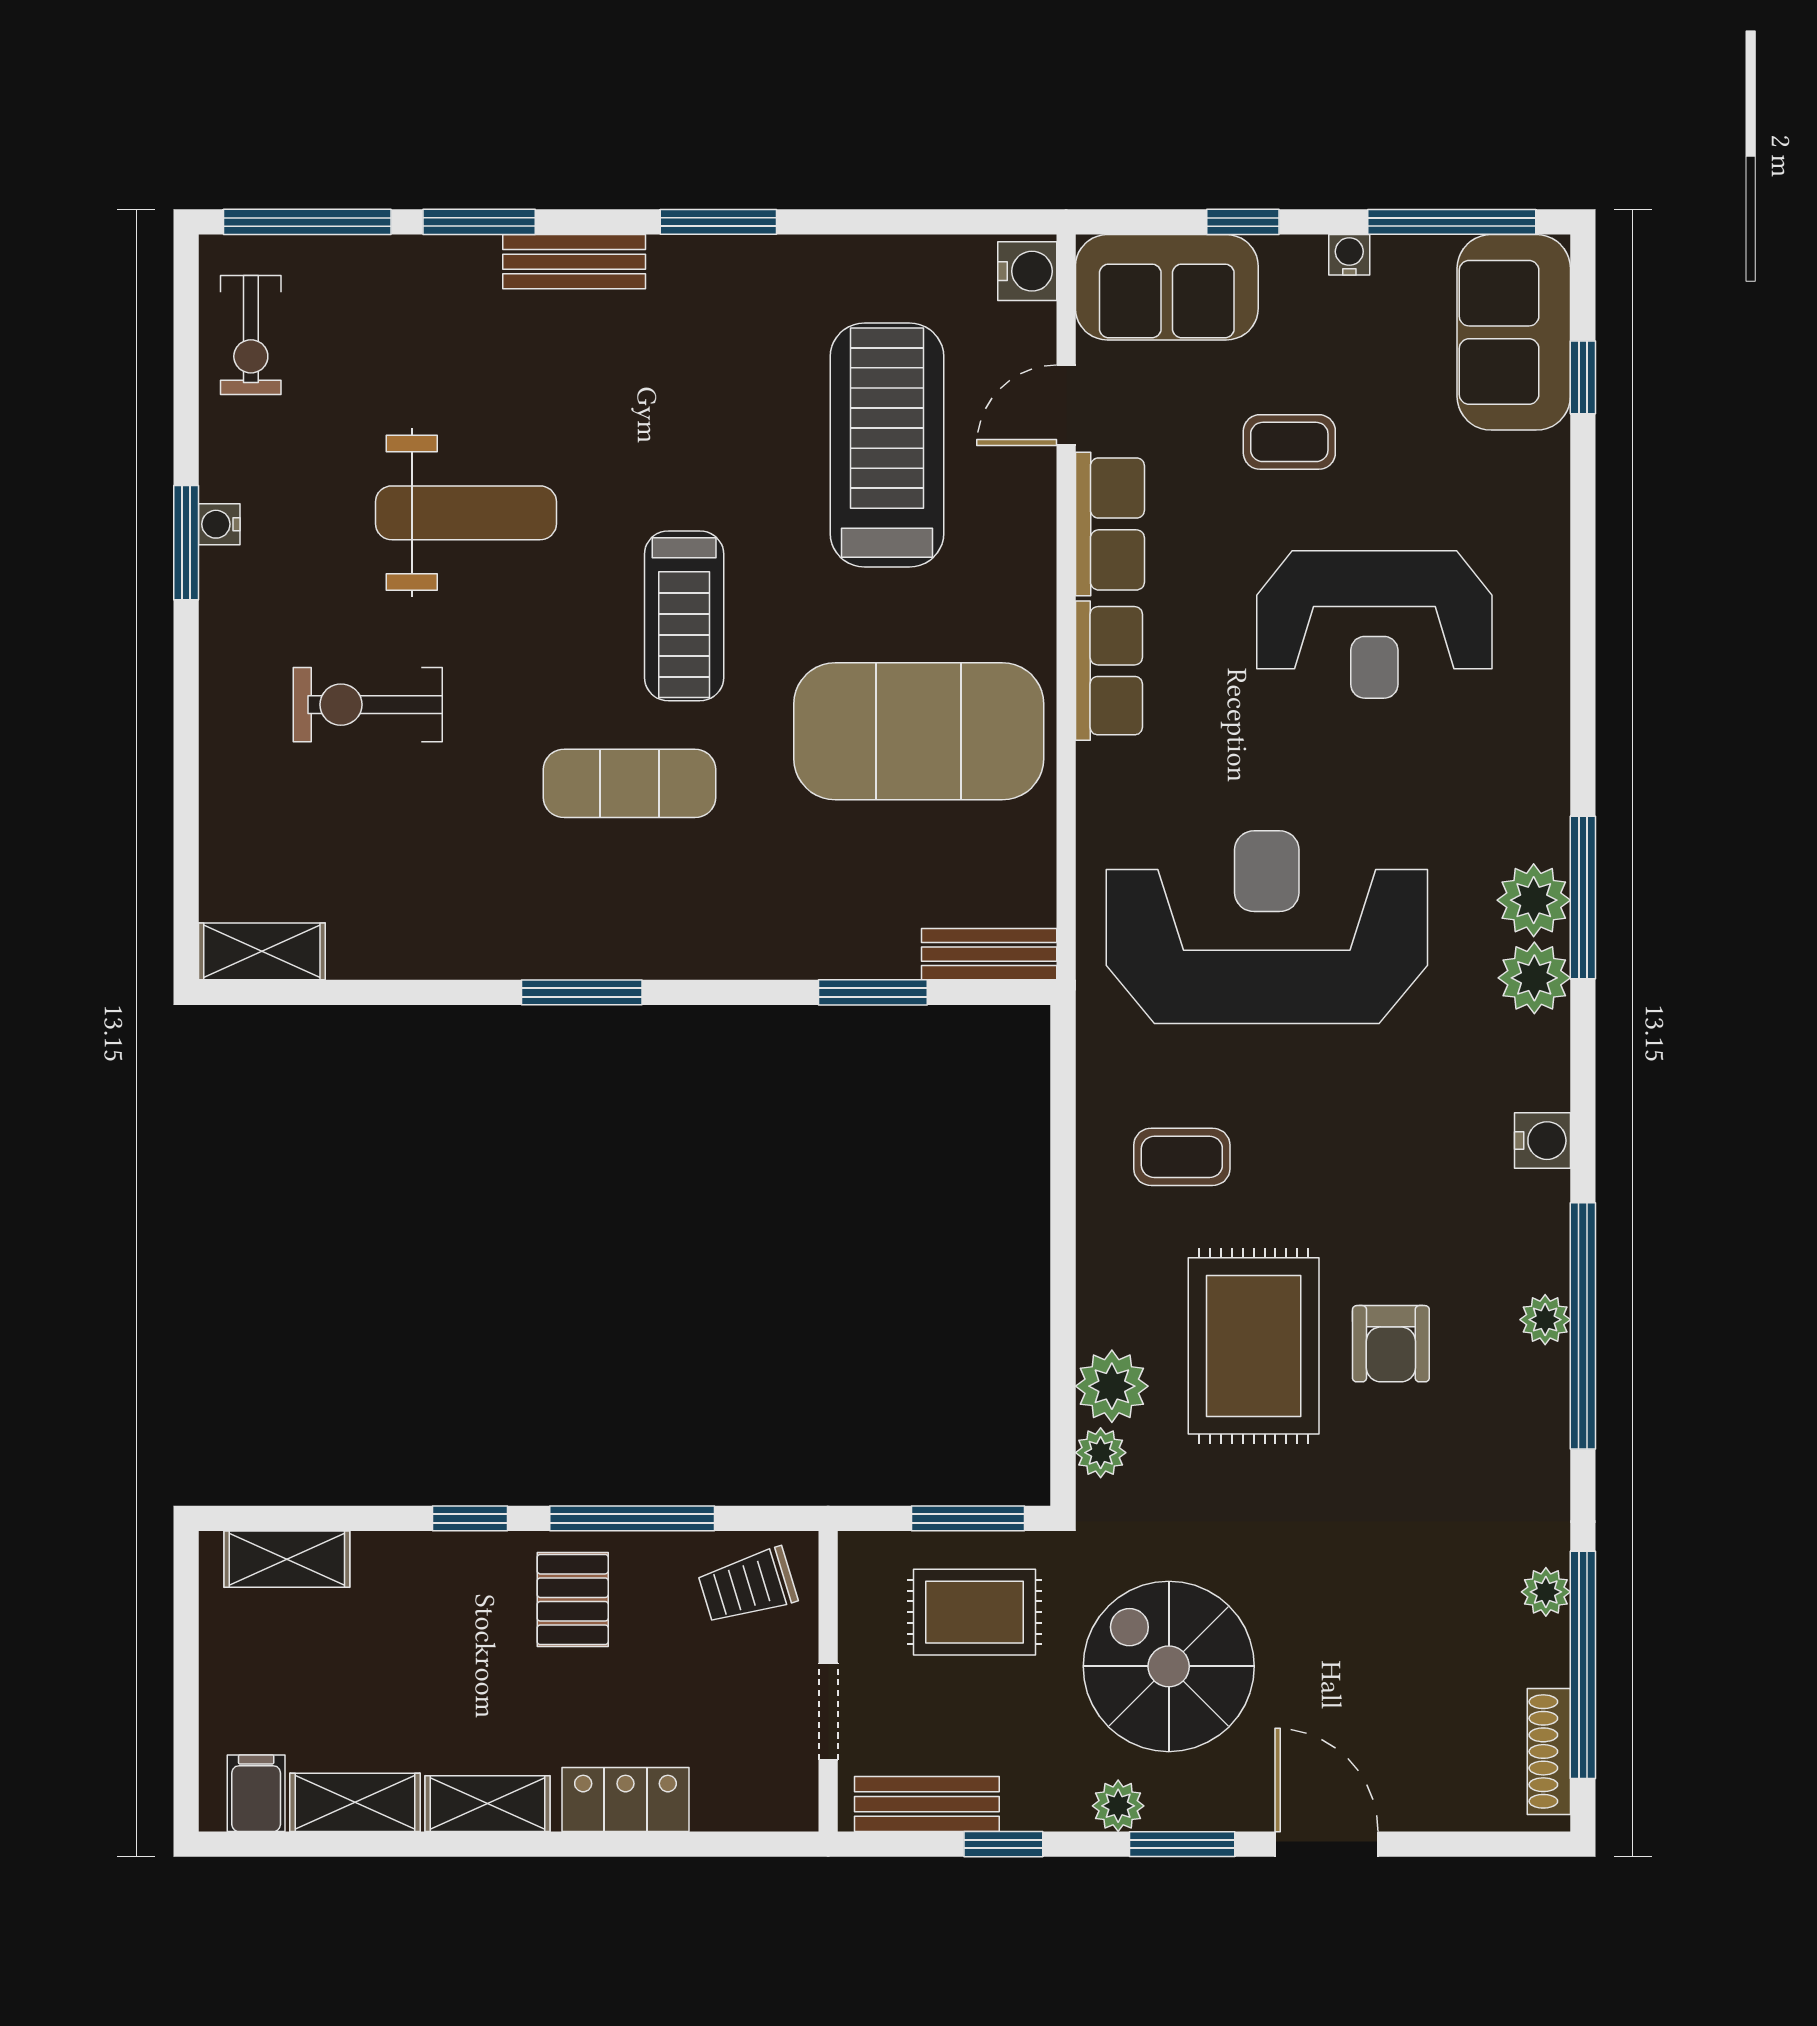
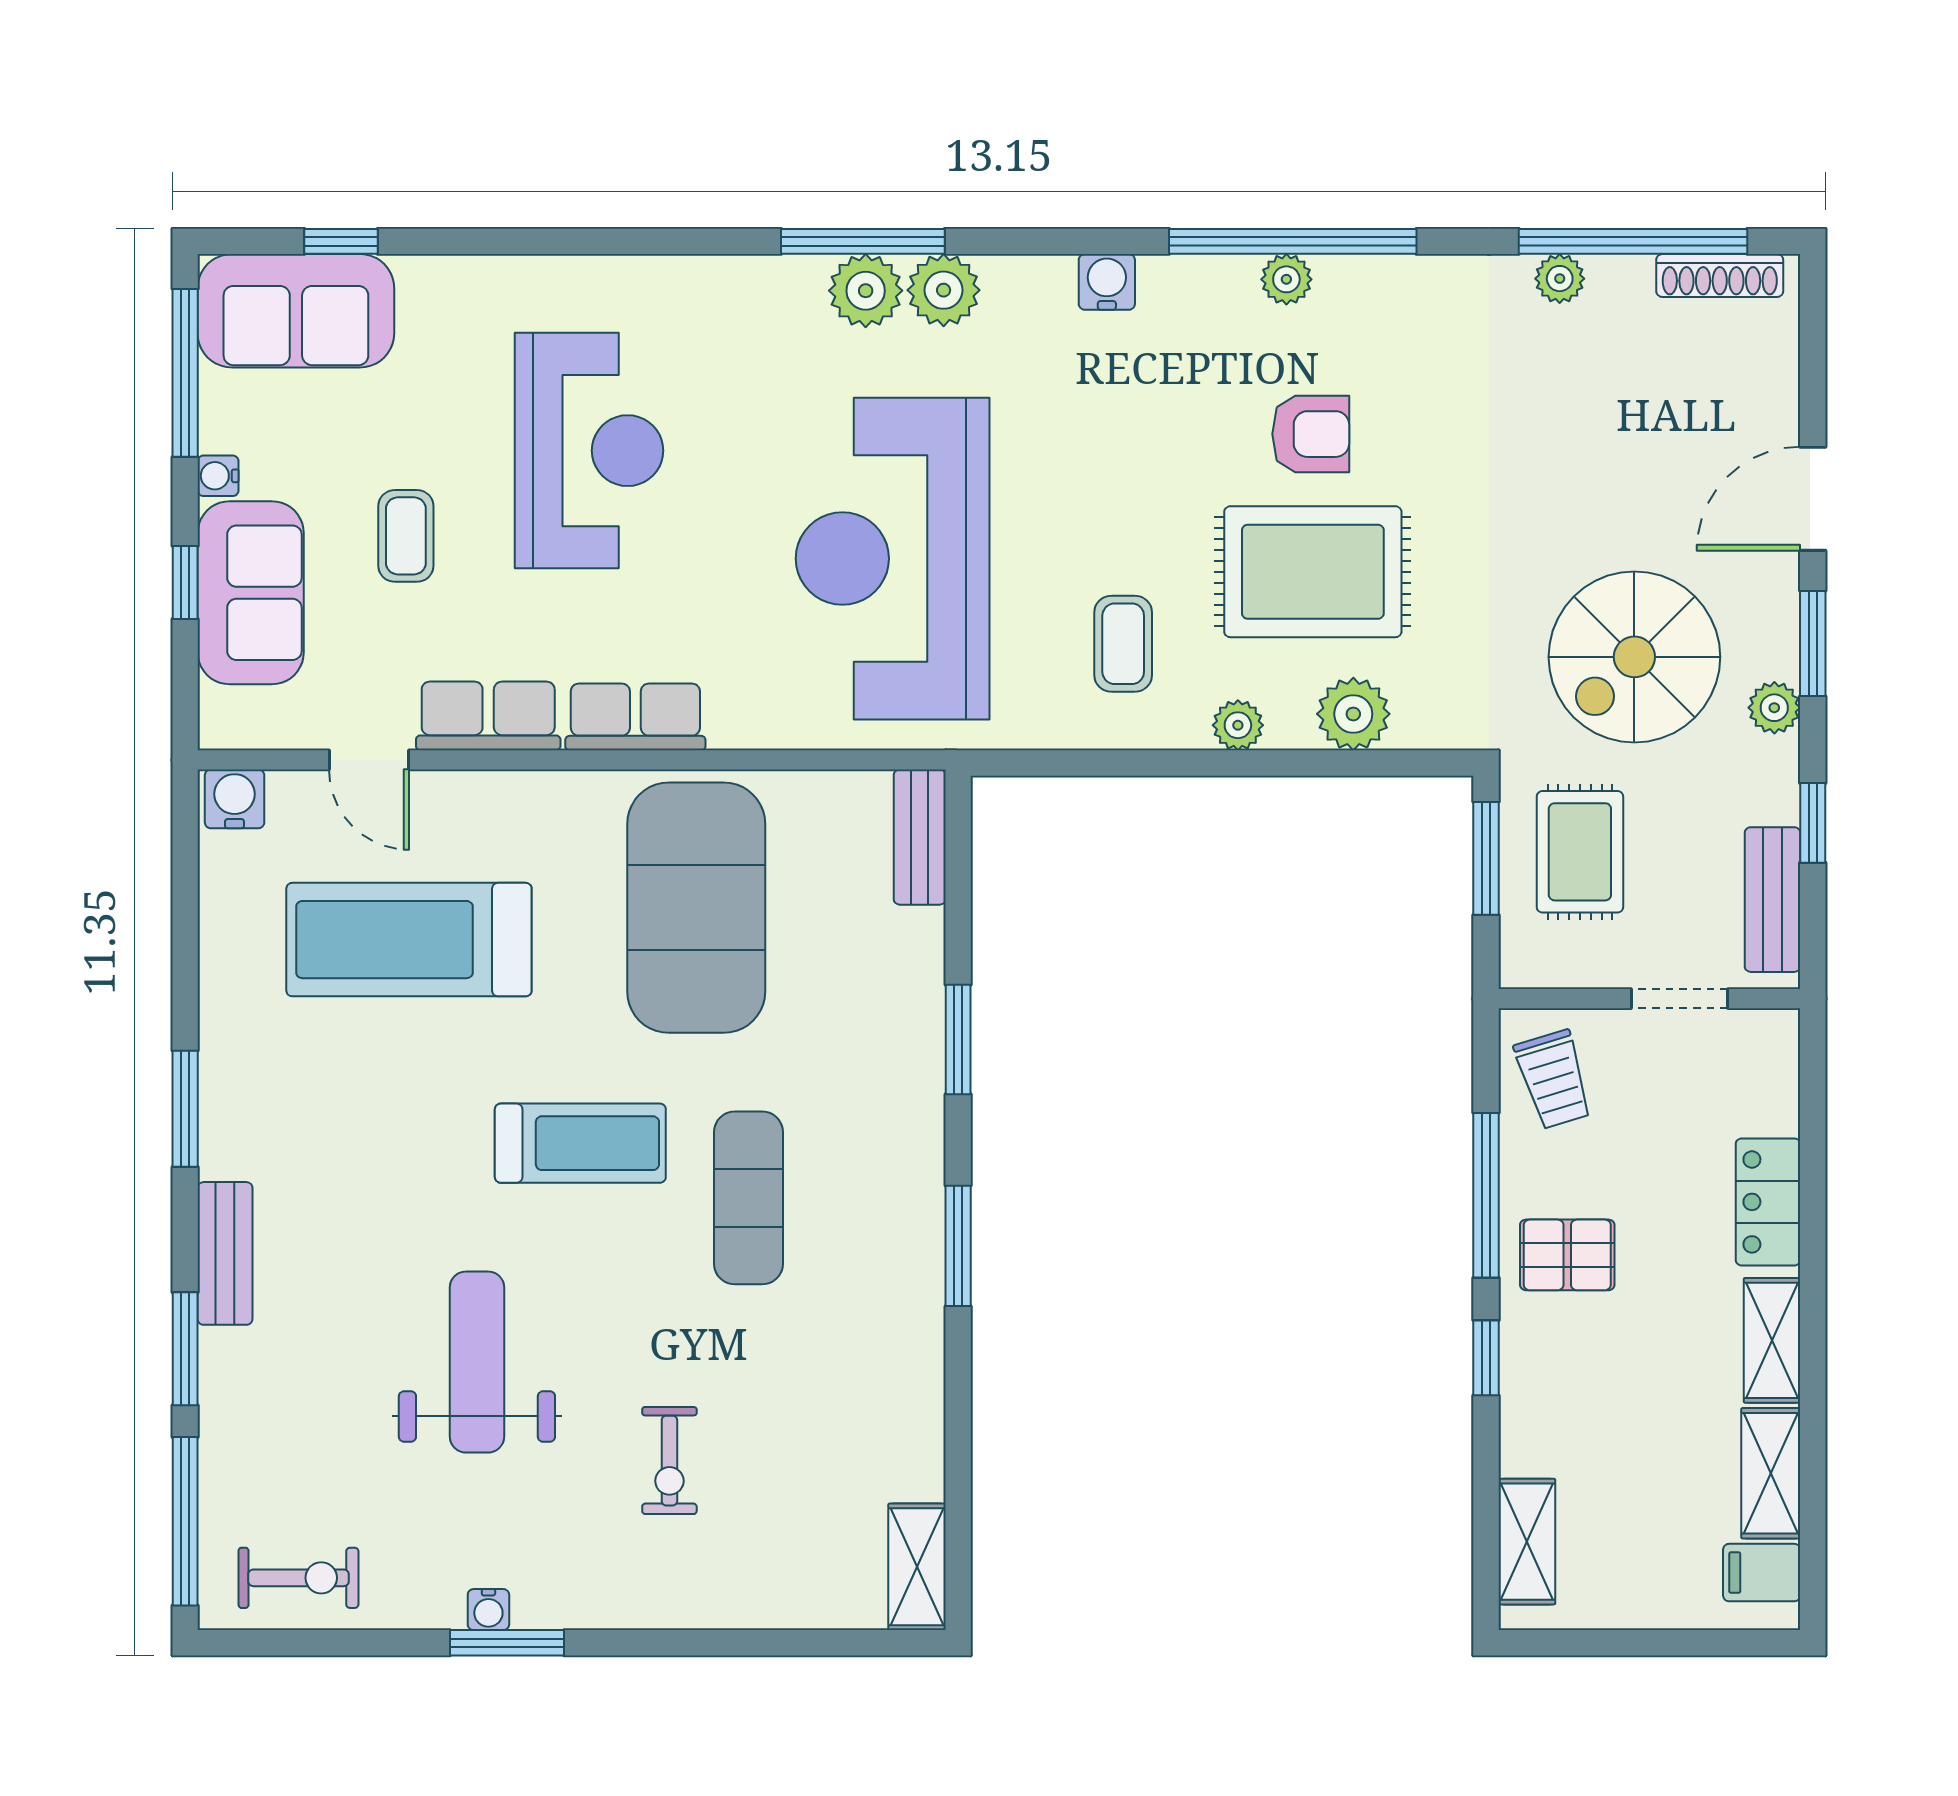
sofa: (1167, 287) -> (251, 593), moved
exercise bike: (368, 705) -> (669, 1461), width x0.73, depth x0.72
window: (873, 992) -> (958, 1039), moved
plant: (1101, 1453) -> (1238, 725), moved

